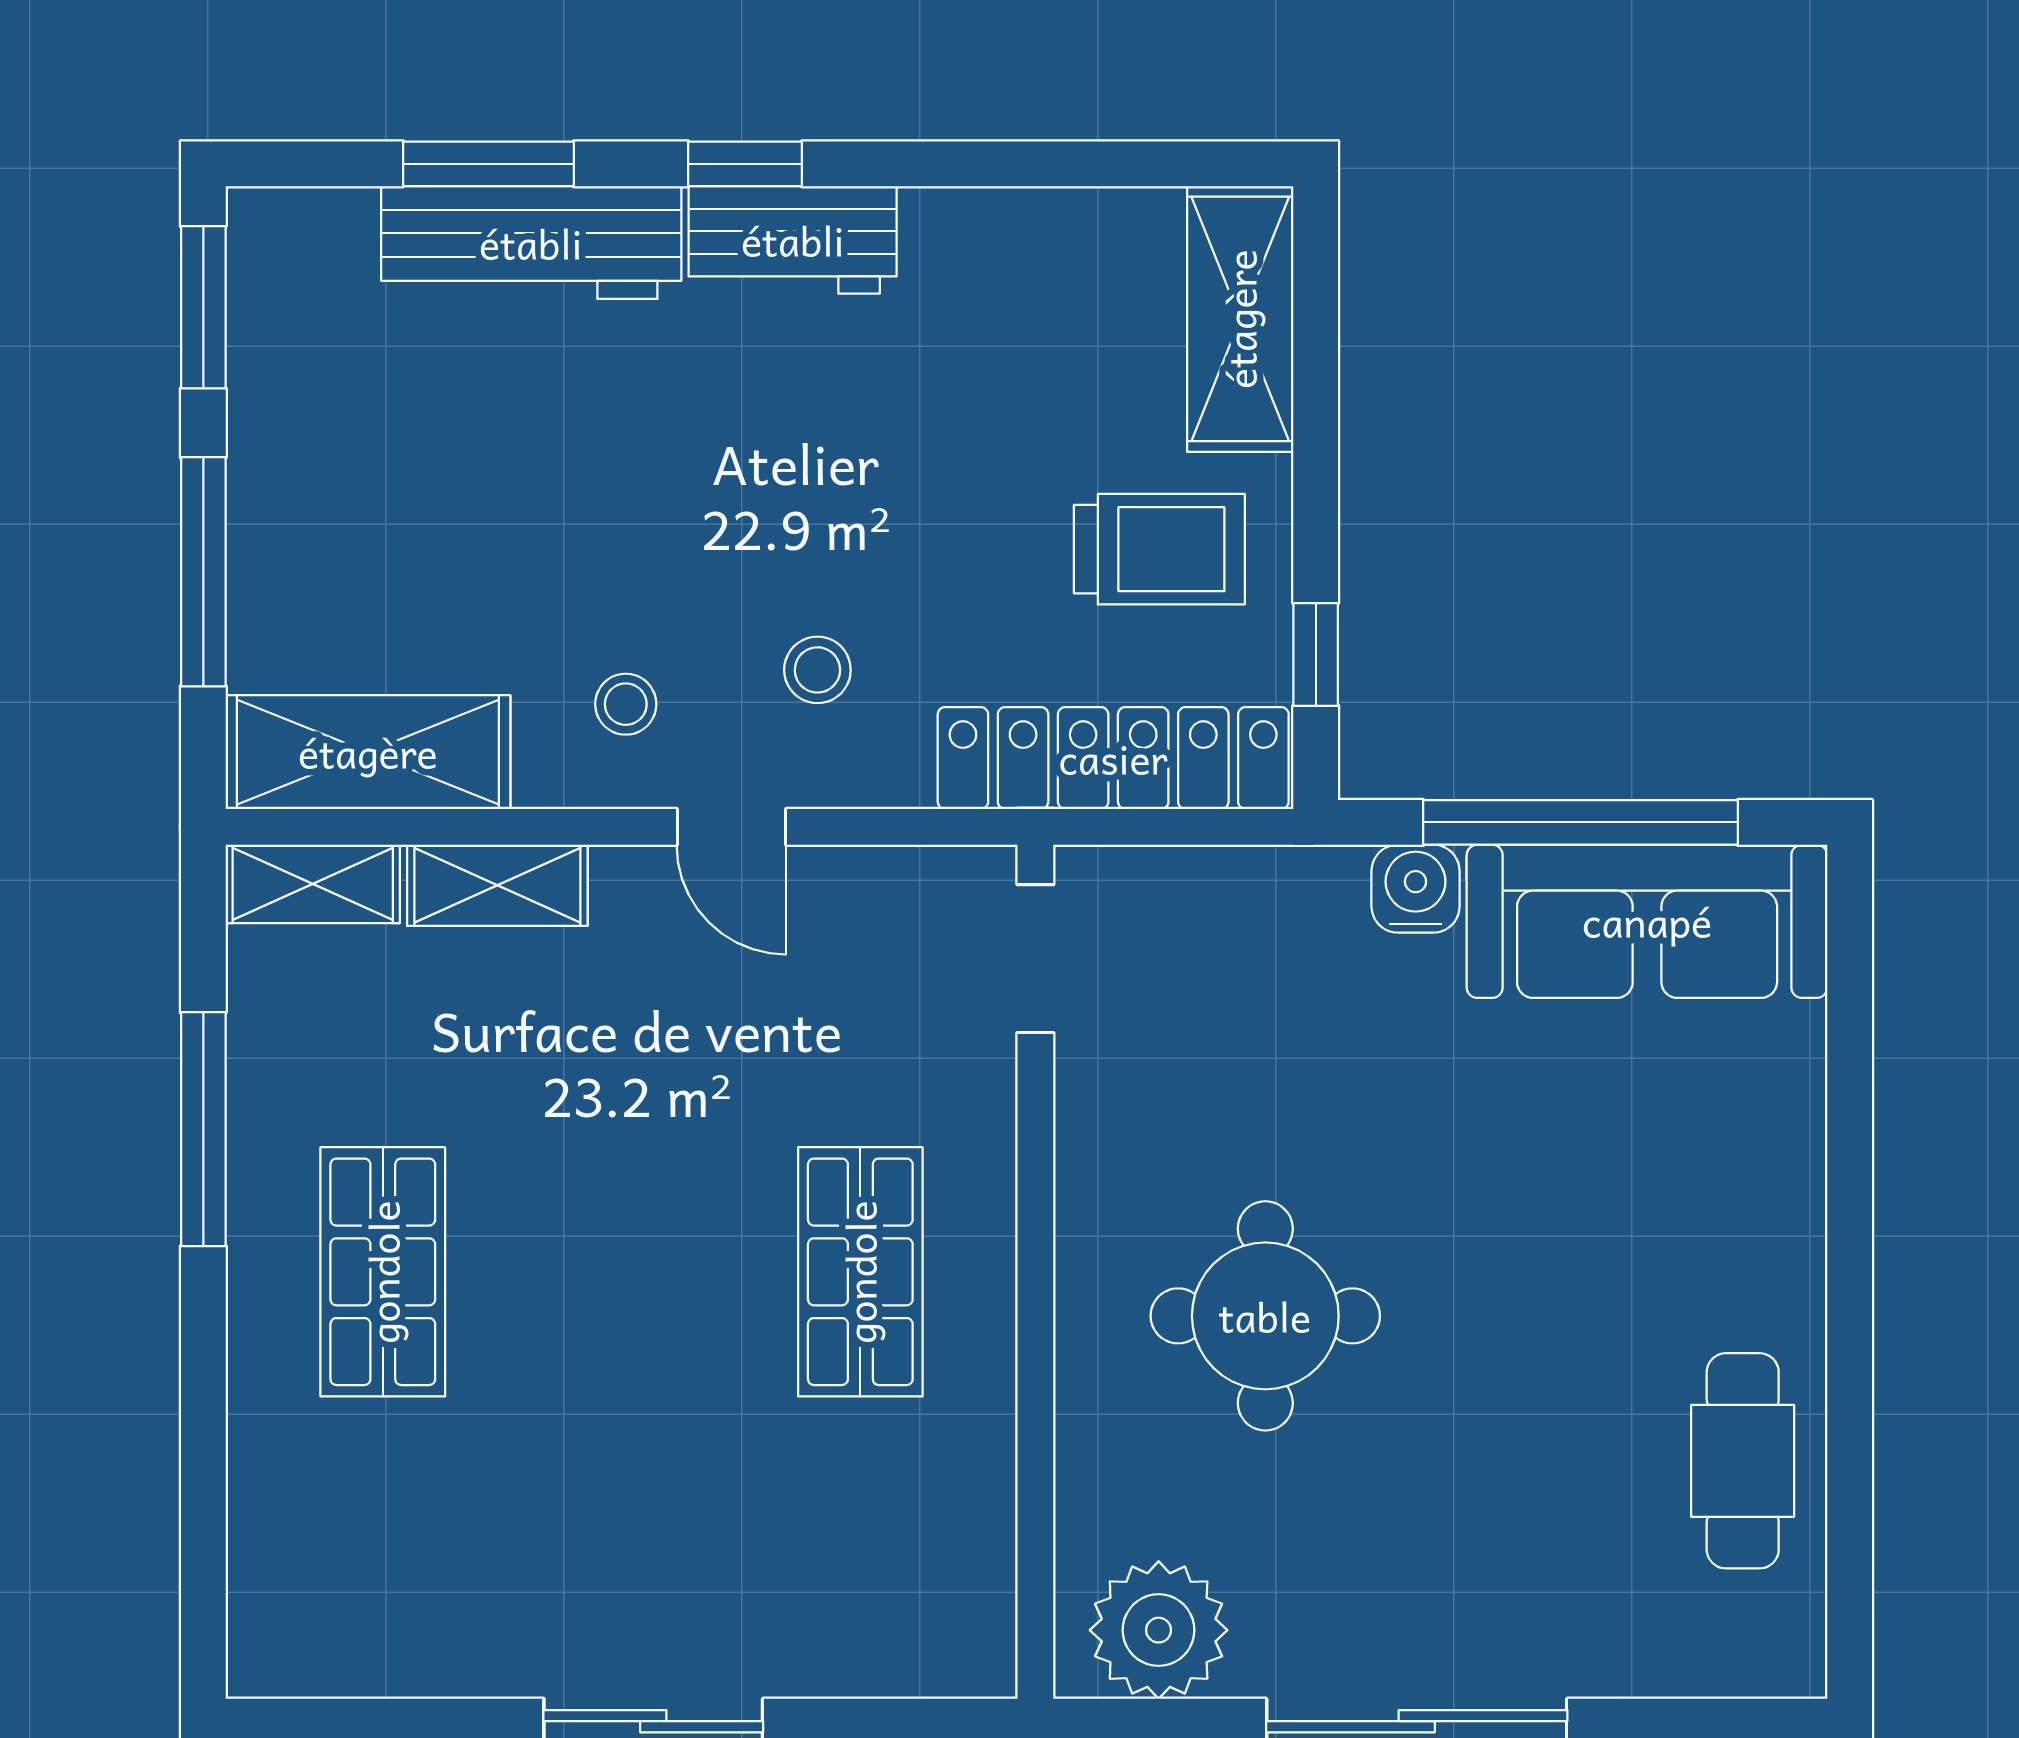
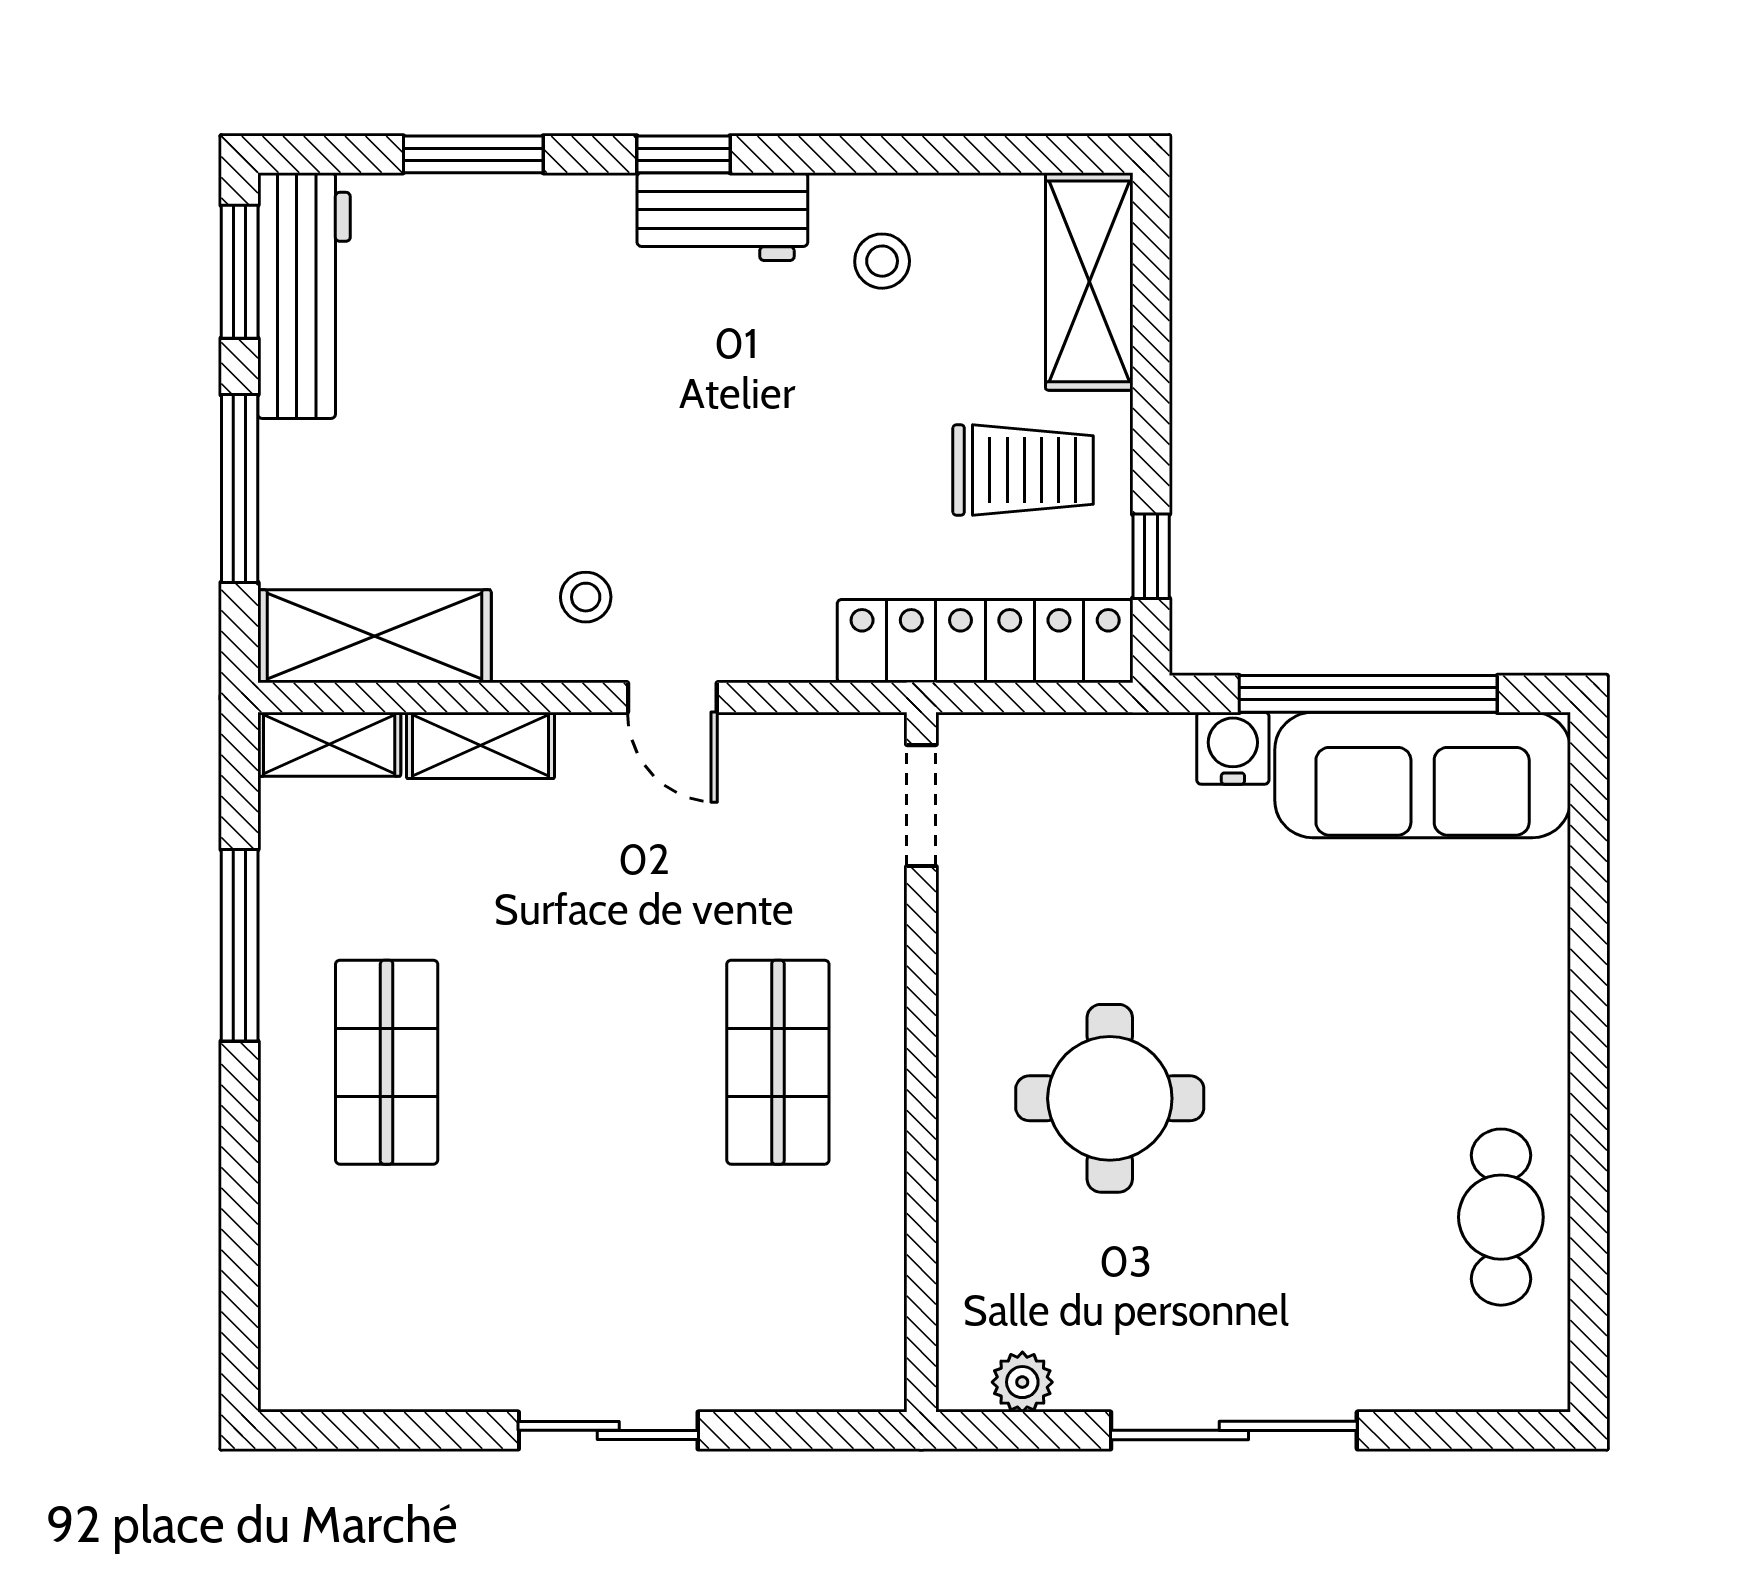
workbench: (531, 243) -> (304, 296), moved, turned -90
stool: (817, 670) -> (882, 261), moved
plant: (1159, 1630) -> (1022, 1382), width x0.53, depth x0.53

